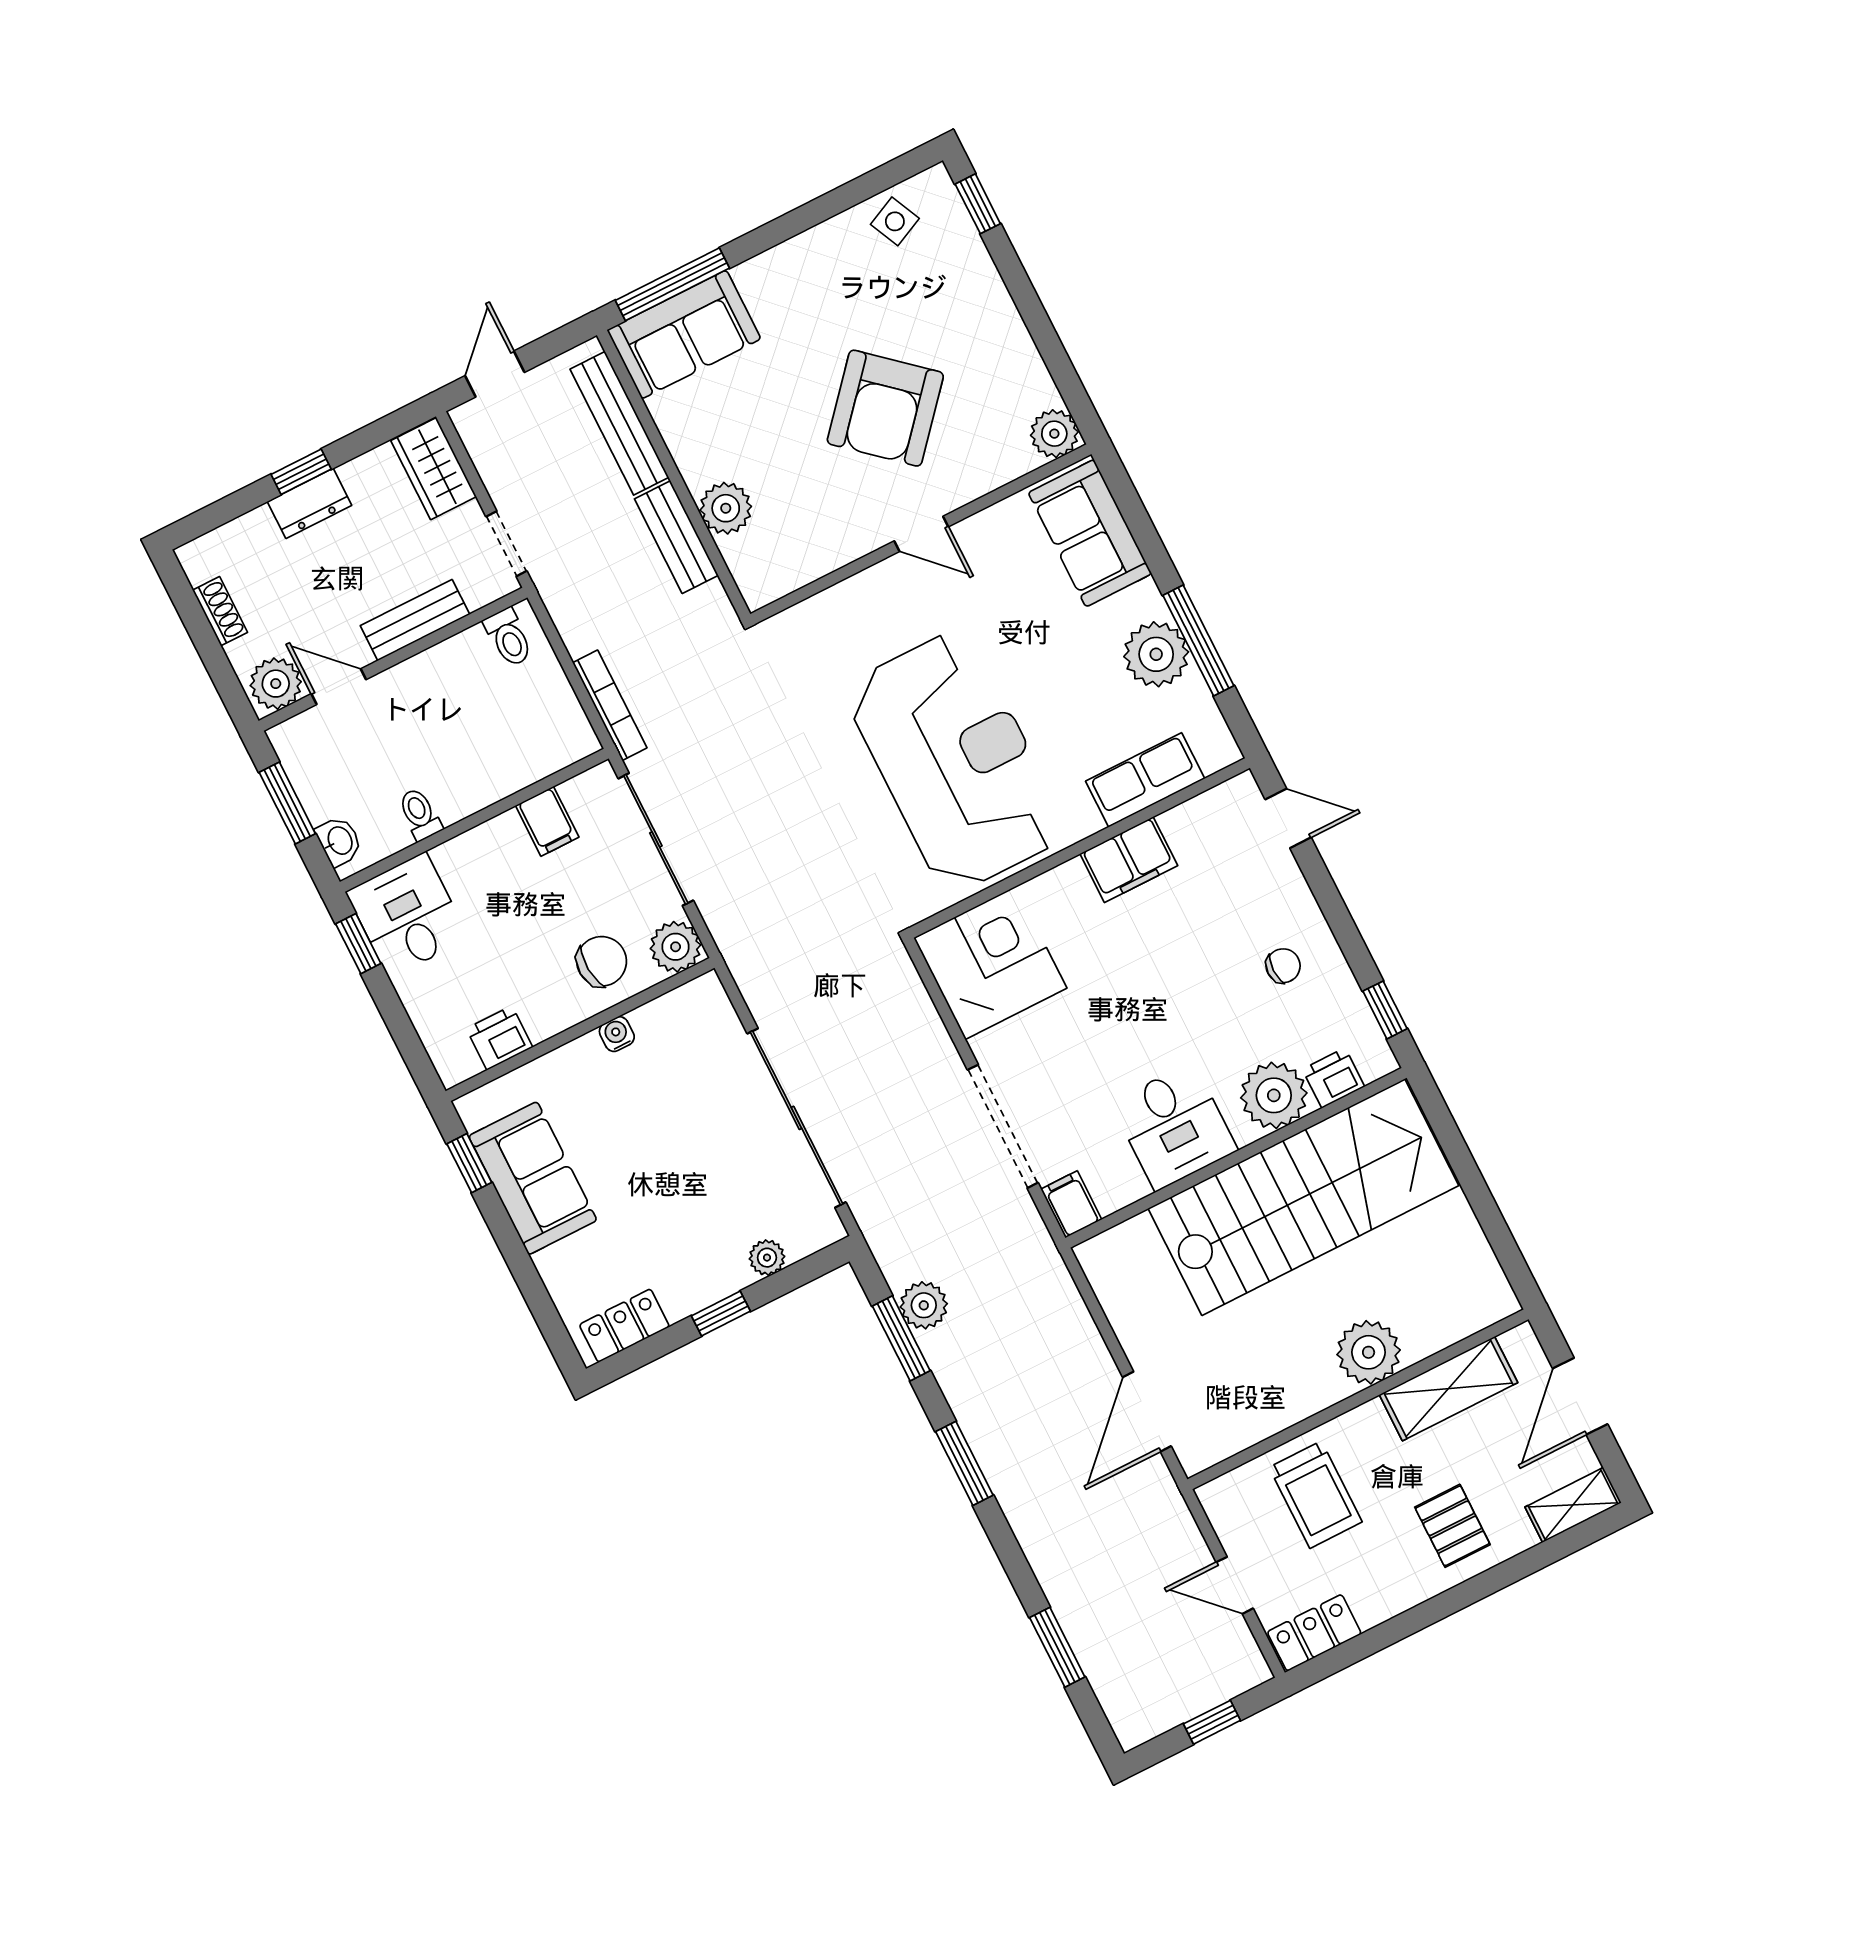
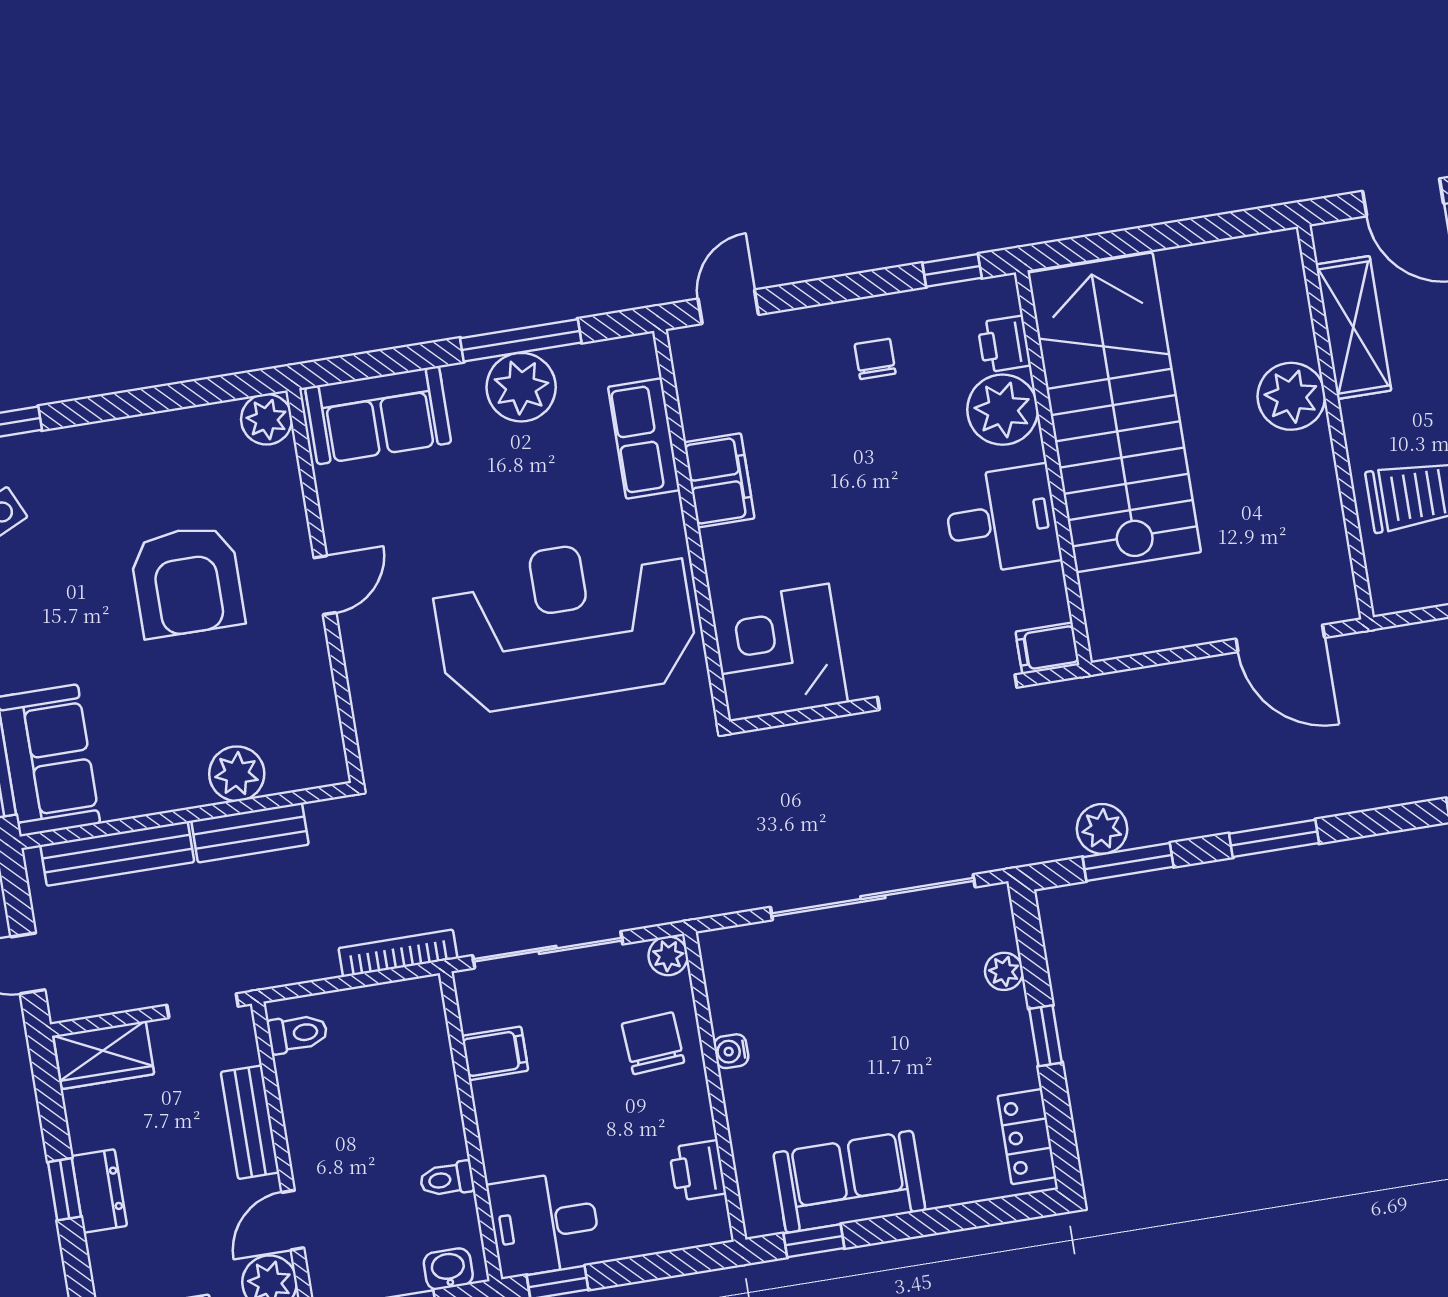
armchair: (885, 408) -> (187, 581), turned 49
plant: (676, 947) -> (668, 956), width x0.73, depth x0.73

